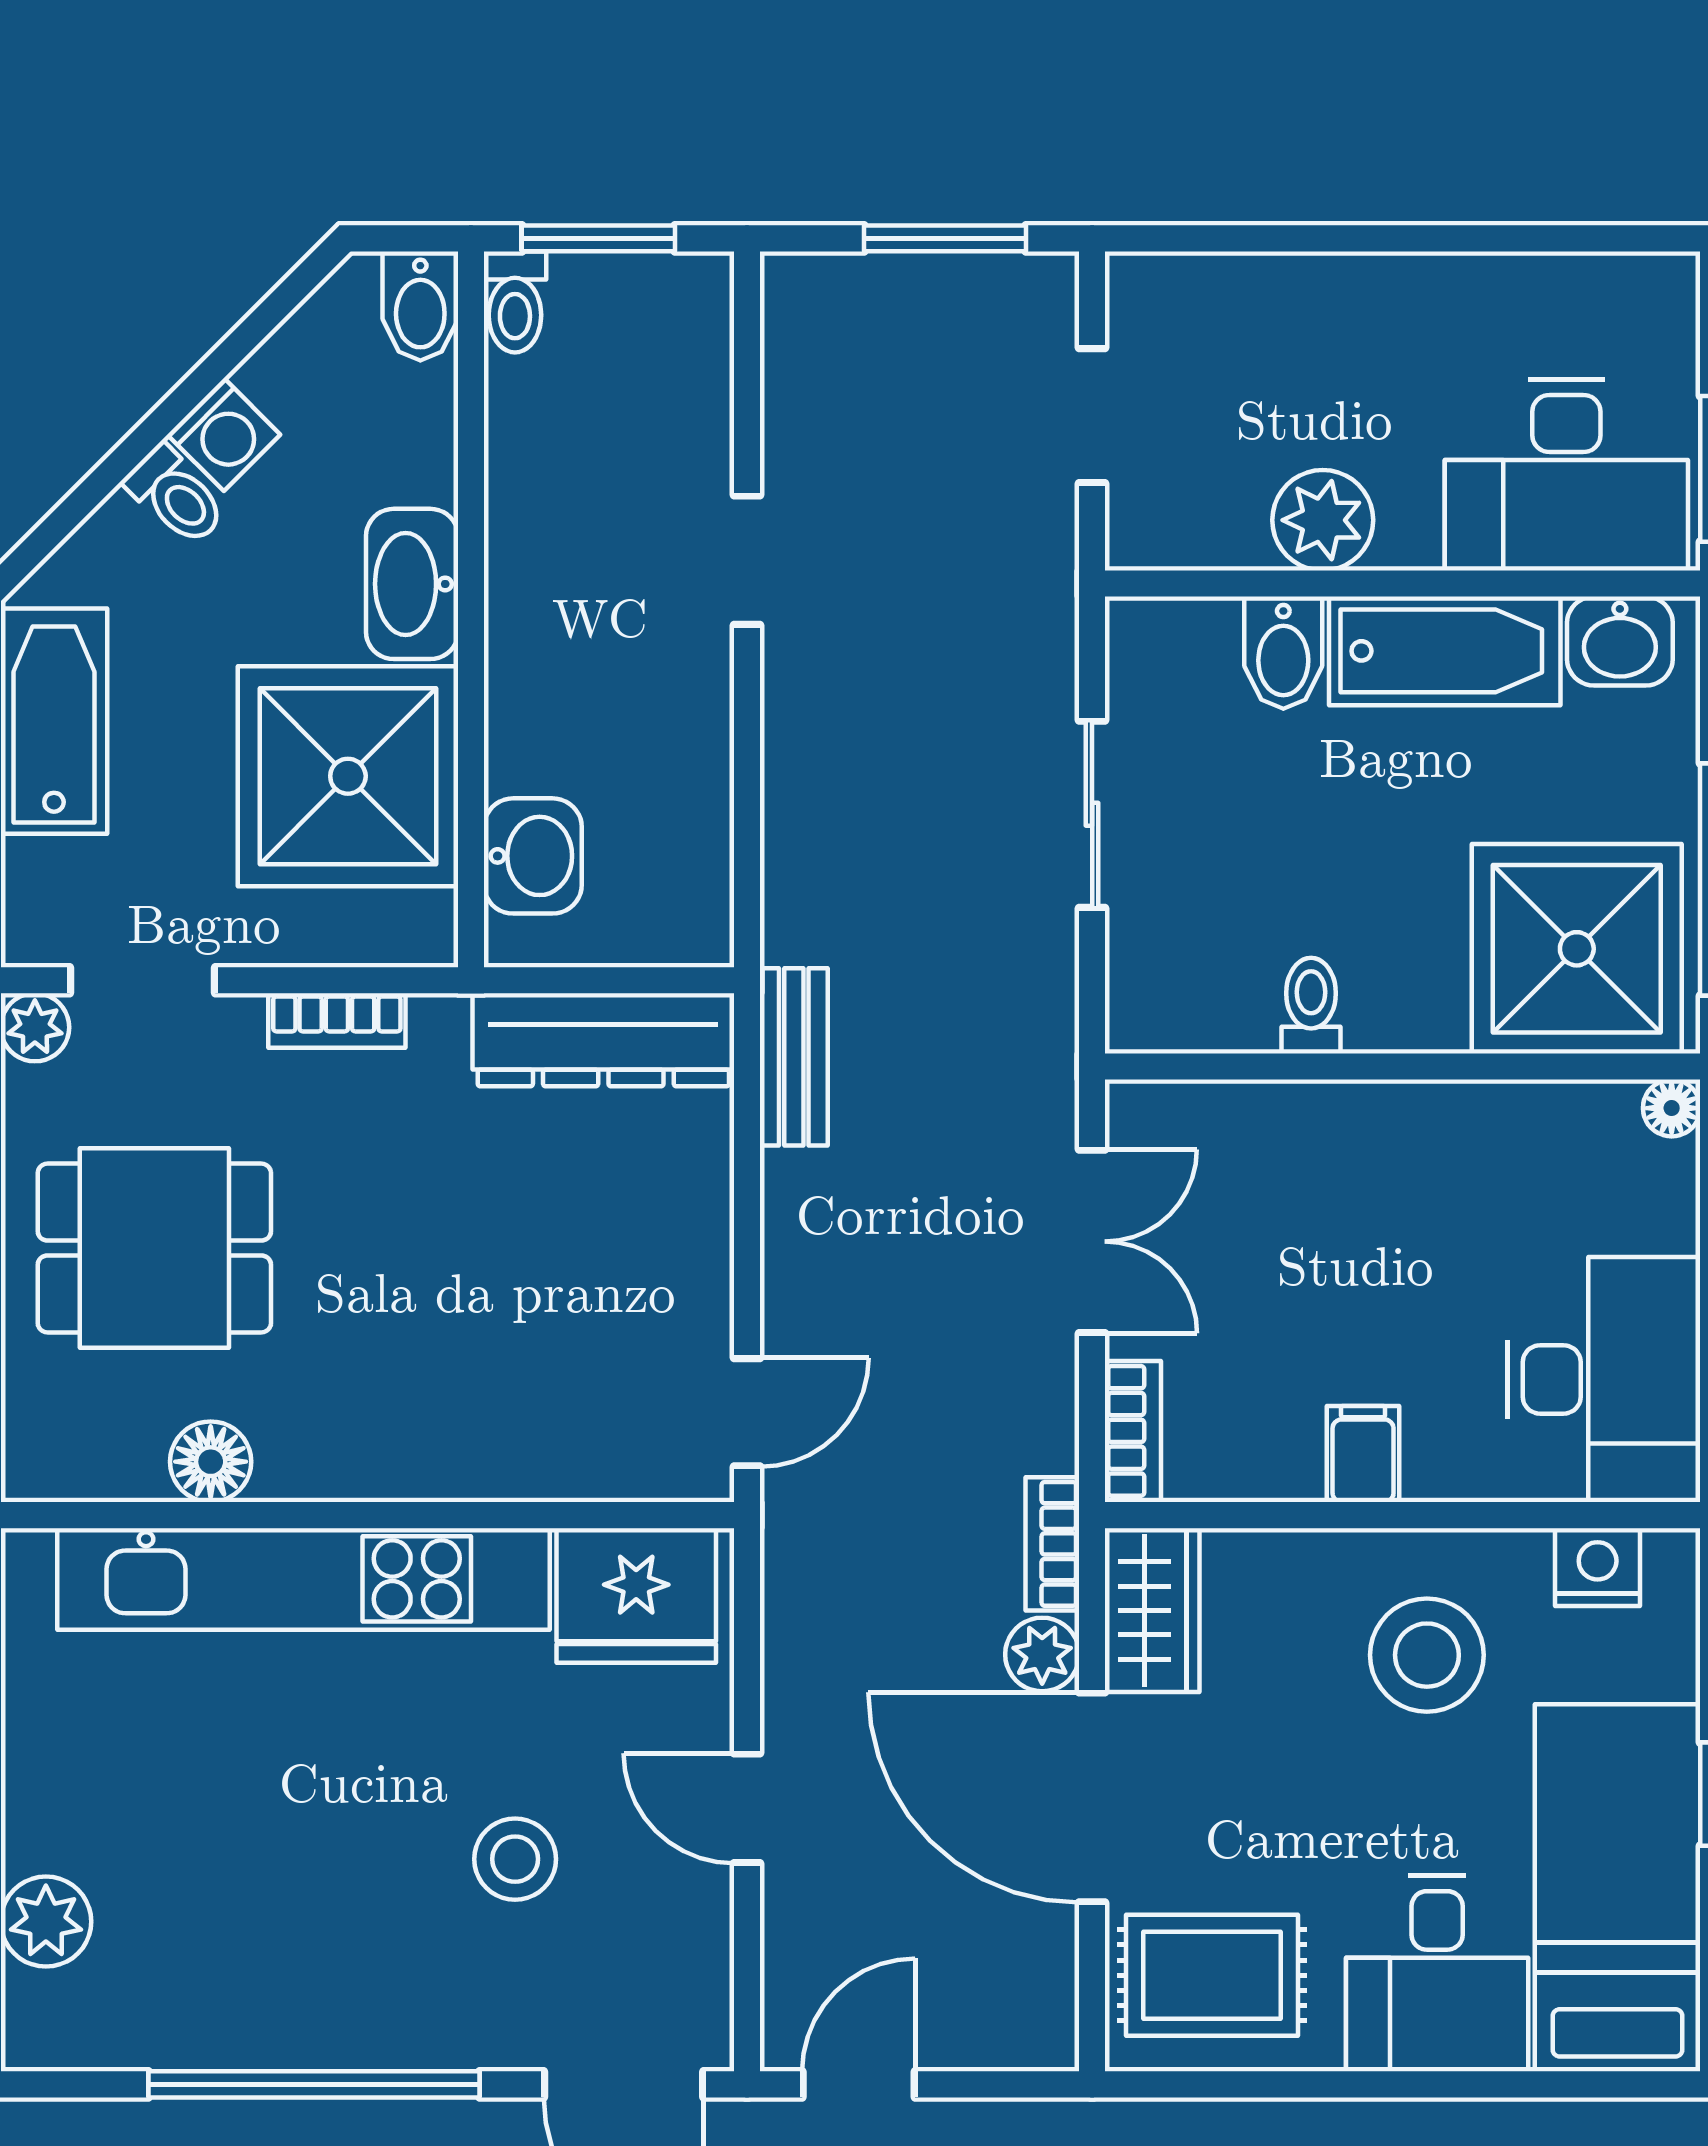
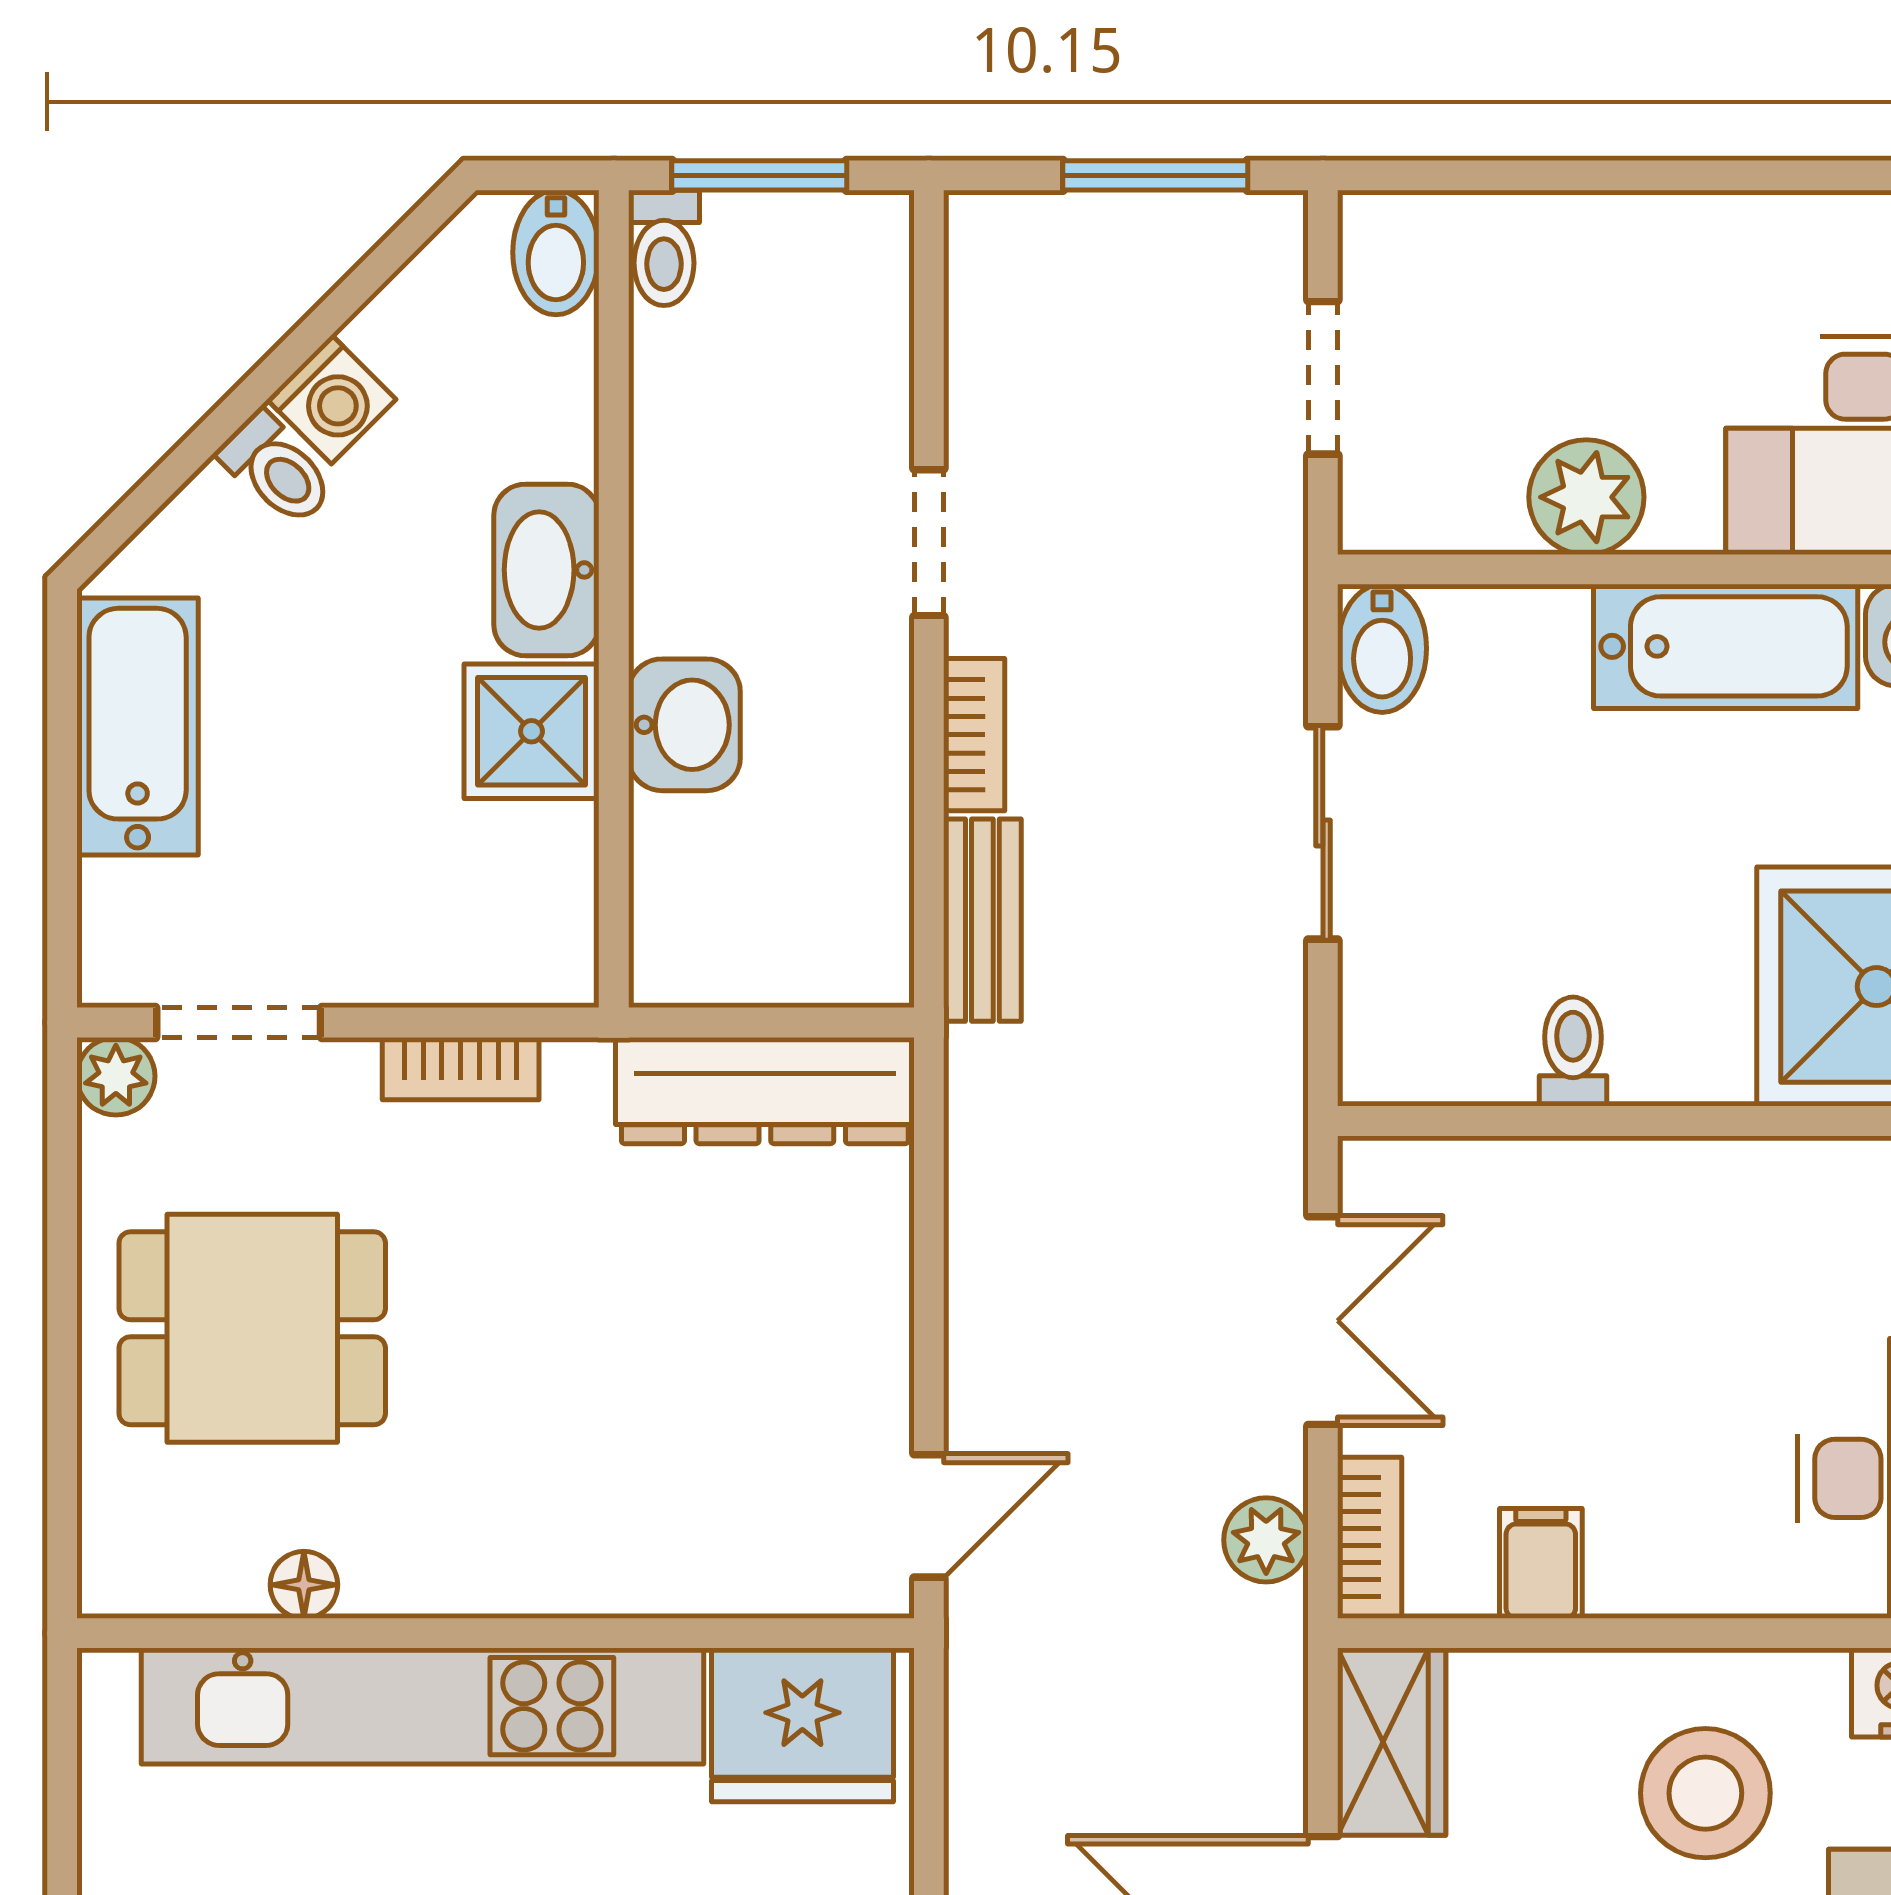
bidet: (1283, 653) -> (1382, 648), moved
shower: (348, 776) -> (531, 731), width x0.54, depth x0.54
washbasin: (533, 856) -> (684, 725), moved
bench: (794, 1057) -> (982, 920), moved
filing cabinet: (1363, 1454) -> (1541, 1563), moved
floor lamp: (211, 1462) -> (304, 1585), width x0.73, depth x0.73
bookcase: (1052, 1544) -> (974, 735), moved, turned 180
plant: (1042, 1654) -> (1266, 1540), moved

